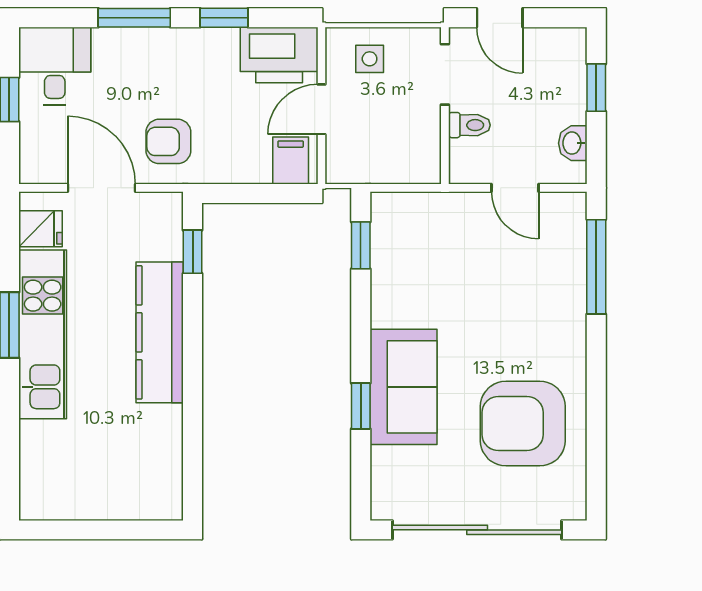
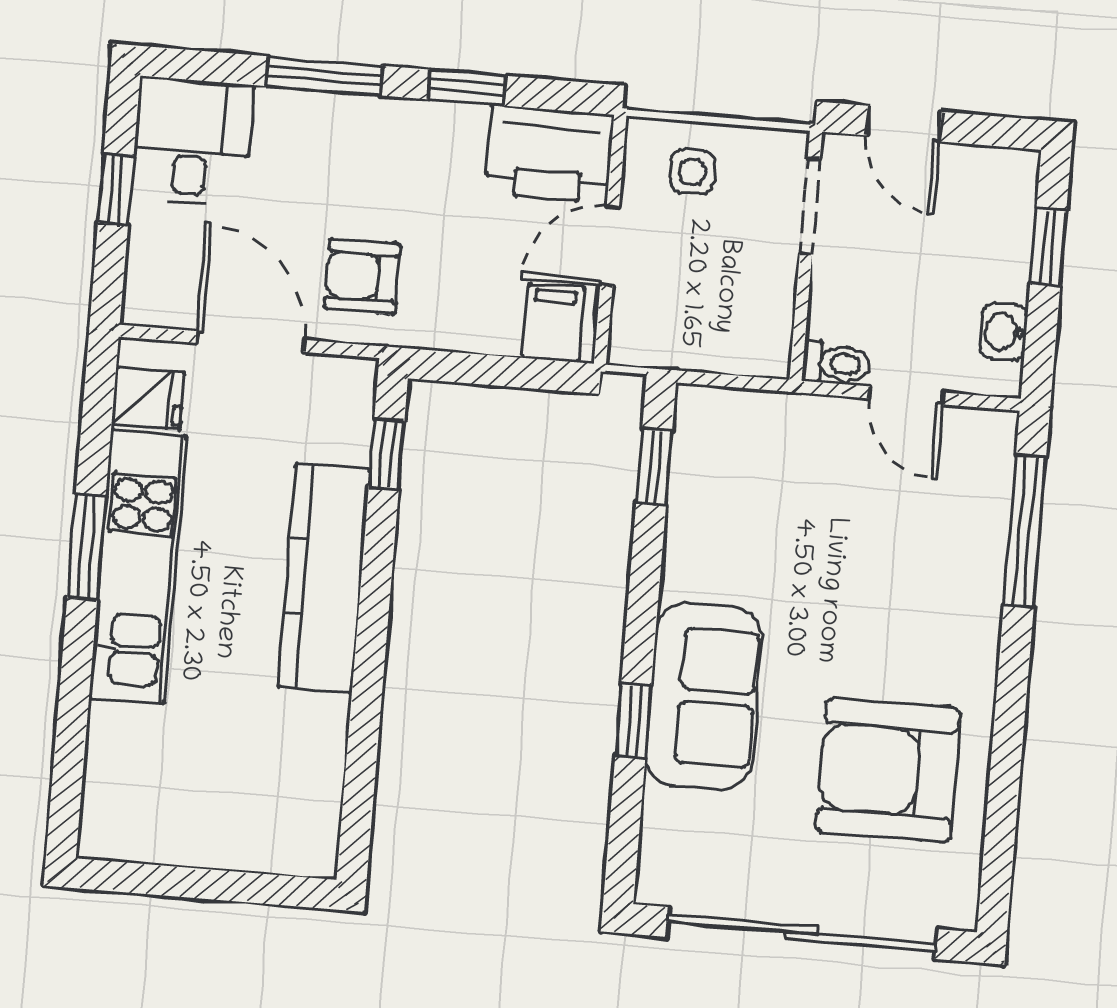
toilet: (469, 125) -> (836, 363), moved

